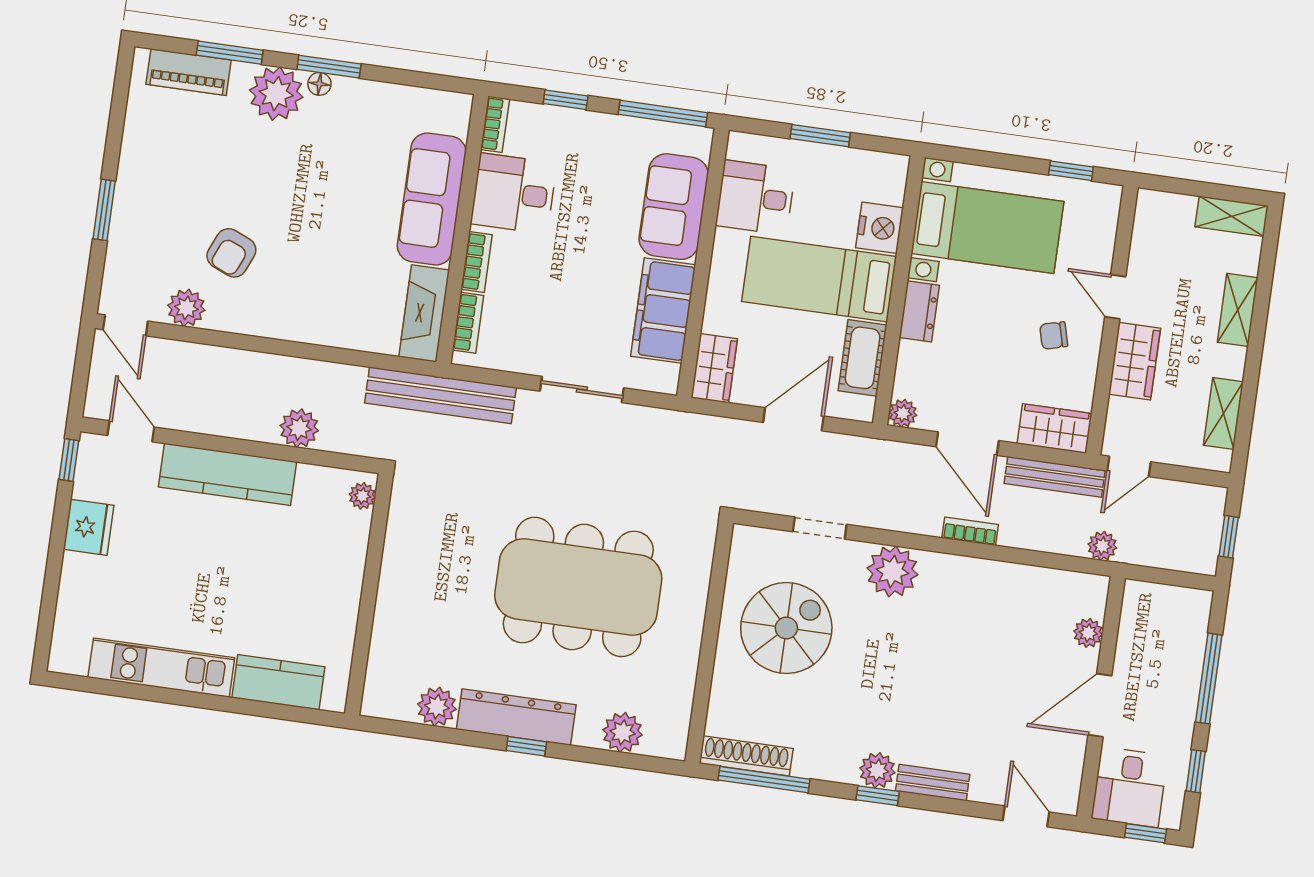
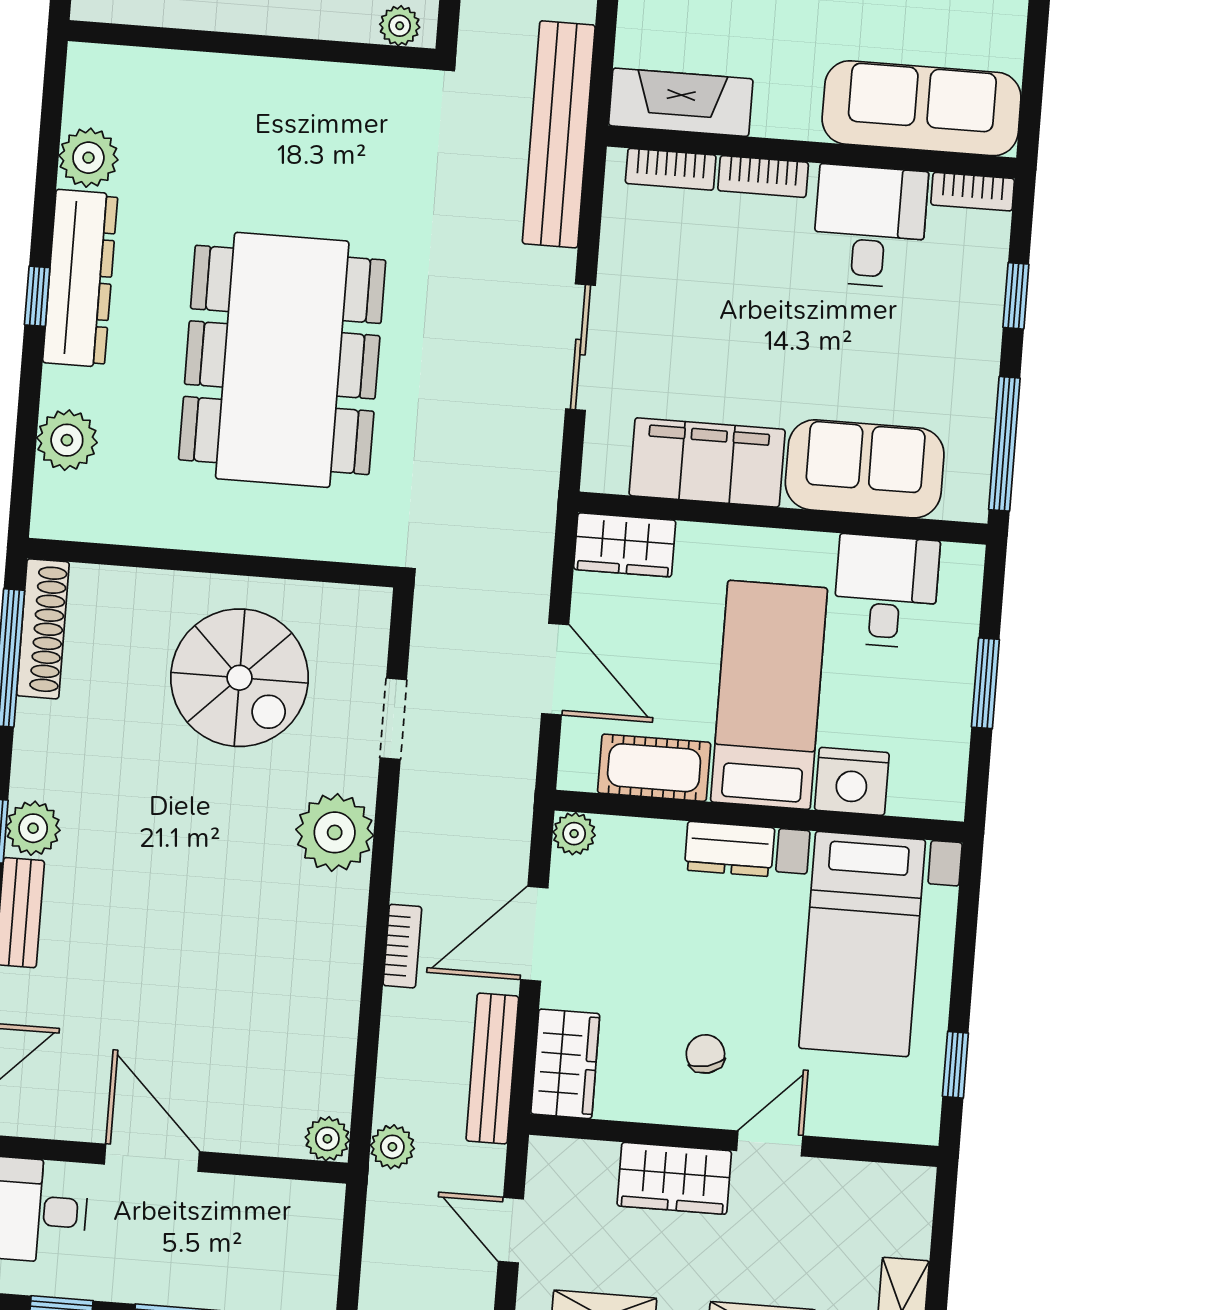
sofa: (432, 199) -> (922, 108), moved
door: (1129, 466) -> (511, 1230), moved
plant: (1088, 633) -> (327, 1139), moved

